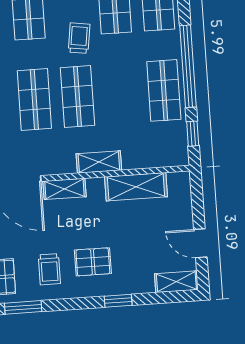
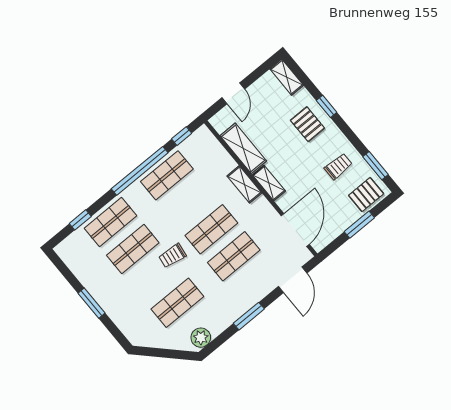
shelving: (64, 189) -> (269, 183), moved
door: (200, 243) -> (233, 93), moved
pallet: (93, 262) -> (307, 124), moved

